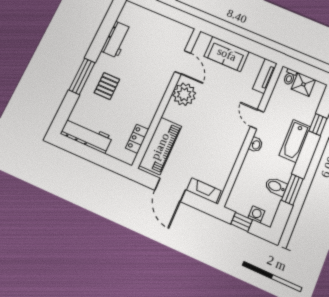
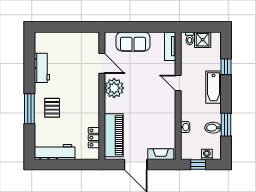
washbasin: (256, 145) -> (185, 127), moved

